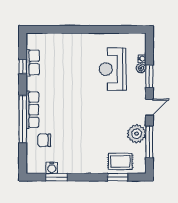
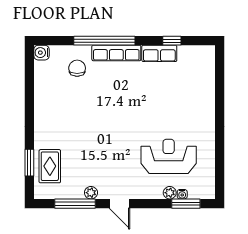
row of seats: (33, 63) -> (159, 53), moved
window: (149, 76) -> (186, 204), moved
plant: (137, 134) -> (91, 193), width x0.53, depth x0.53
water cooler: (52, 168) -> (42, 53), moved
window: (57, 177) -> (29, 84), removed

